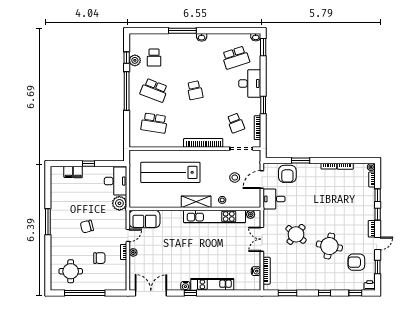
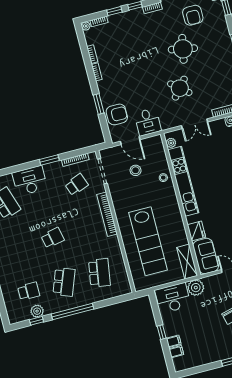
shelving: (196, 202) -> (187, 262), moved
fridge: (168, 217) -> (196, 231), added

